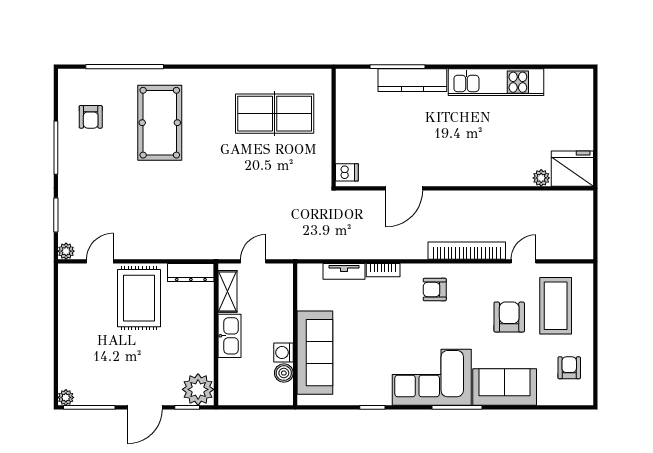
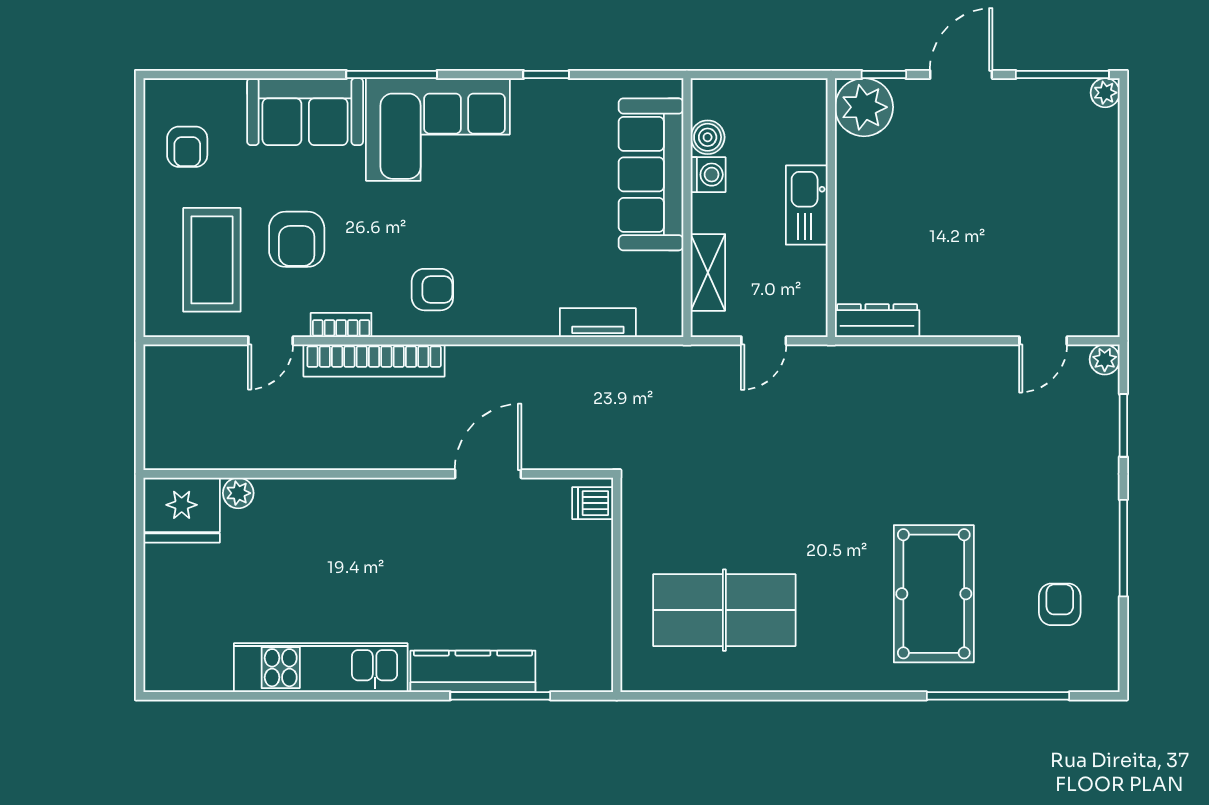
bookcase: (383, 270) -> (341, 325), moved
shelving: (228, 291) -> (708, 272), moved
rug: (139, 298) -> (972, 274), removed

